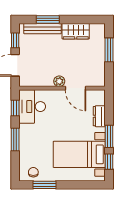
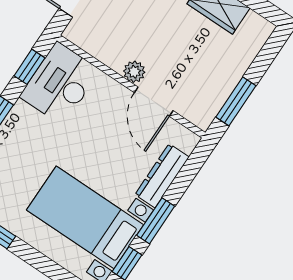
window: (109, 50) -> (236, 101), moved
dresser: (99, 116) -> (162, 176), width x1.44

